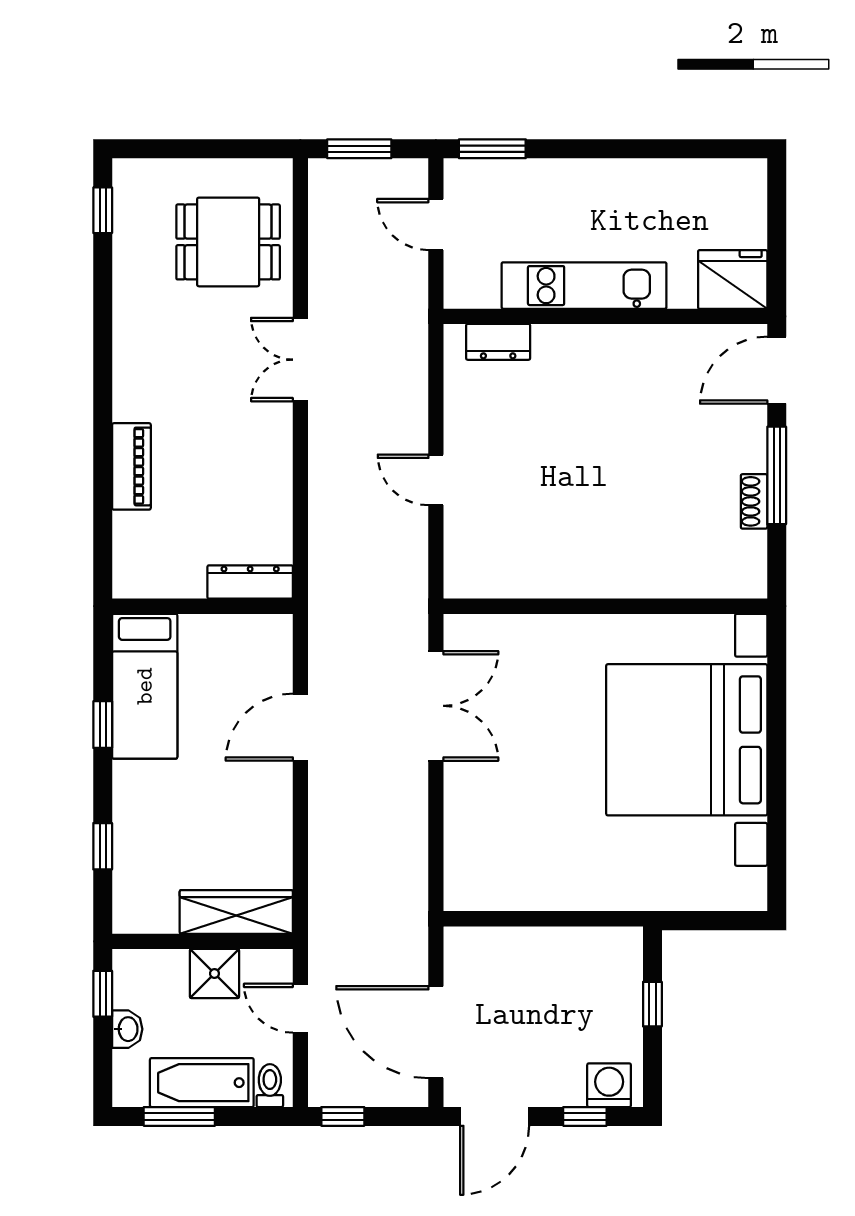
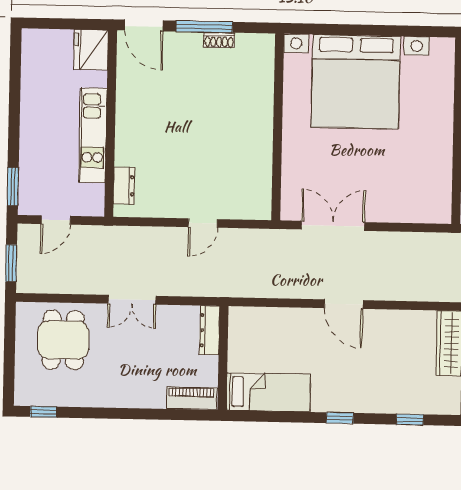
dresser: (250, 582) -> (210, 330), moved
wall: (202, 606) -> (223, 358), moved
bed: (145, 686) -> (268, 392), moved

